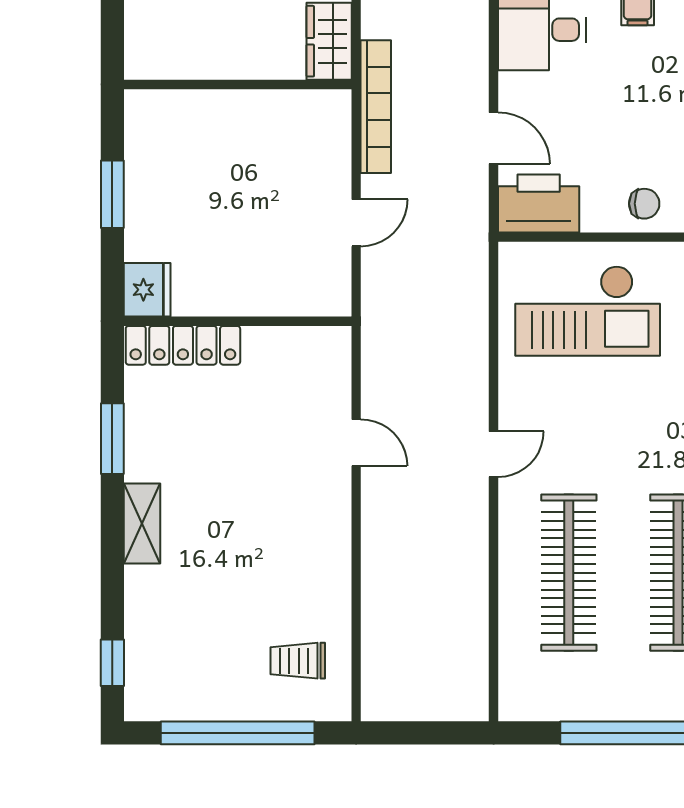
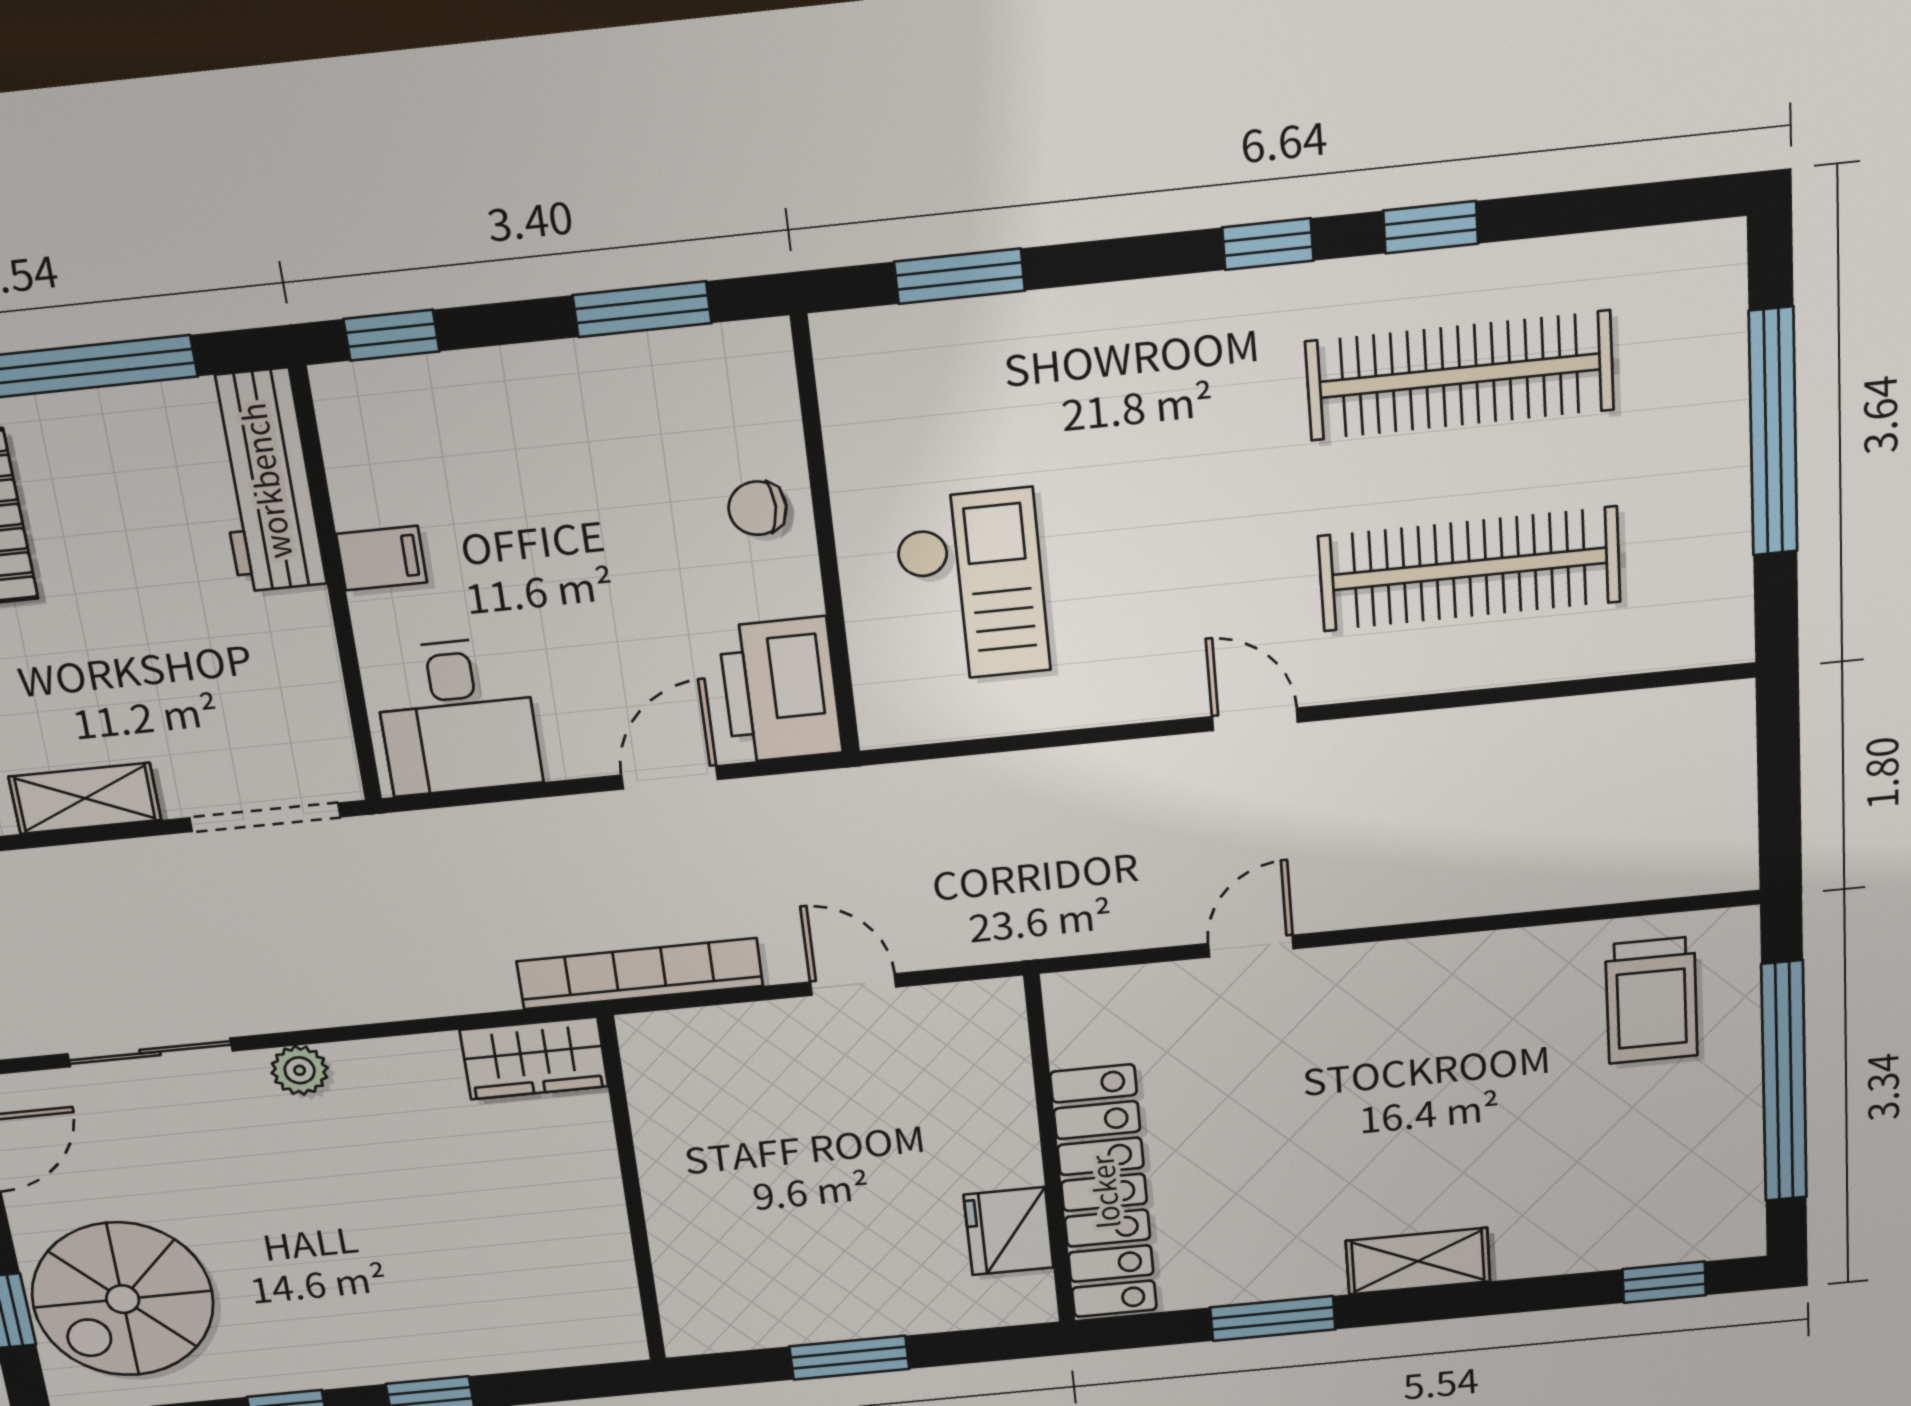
chair: (644, 204) -> (757, 508), turned -90
fridge: (147, 290) -> (1009, 1231), moved, turned -90
checkout: (588, 311) -> (972, 586), width x0.73, depth x0.83
locker: (183, 345) -> (1104, 1192), width x1.41, depth x1.21
trolley: (298, 661) -> (1652, 1000), width x1.36, depth x1.39

